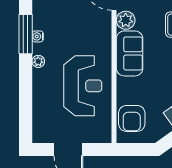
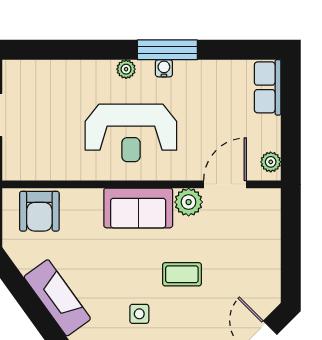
reception desk: (83, 86) -> (131, 133), moved
armchair: (132, 118) -> (39, 211), turned -90

